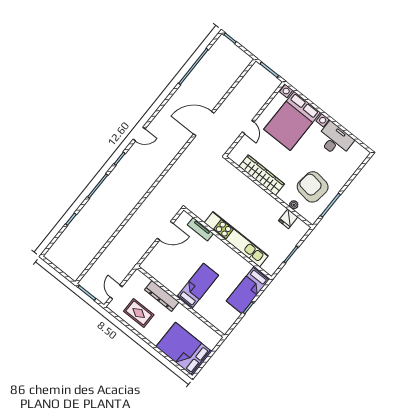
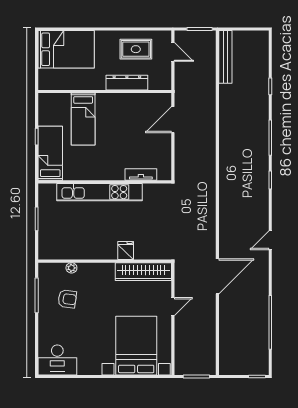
door: (248, 127) -> (173, 307), swing flipped
door: (139, 134) -> (270, 240), moved
desk: (335, 140) -> (57, 360), moved
wardrobe: (262, 175) -> (143, 272), moved
armchair: (313, 187) -> (67, 299), width x0.53, depth x0.53
fridge: (288, 219) -> (126, 251), moved
door: (165, 231) -> (173, 120), moved
bench: (85, 262) -> (225, 57), added
bed: (198, 286) -> (83, 119), moved

